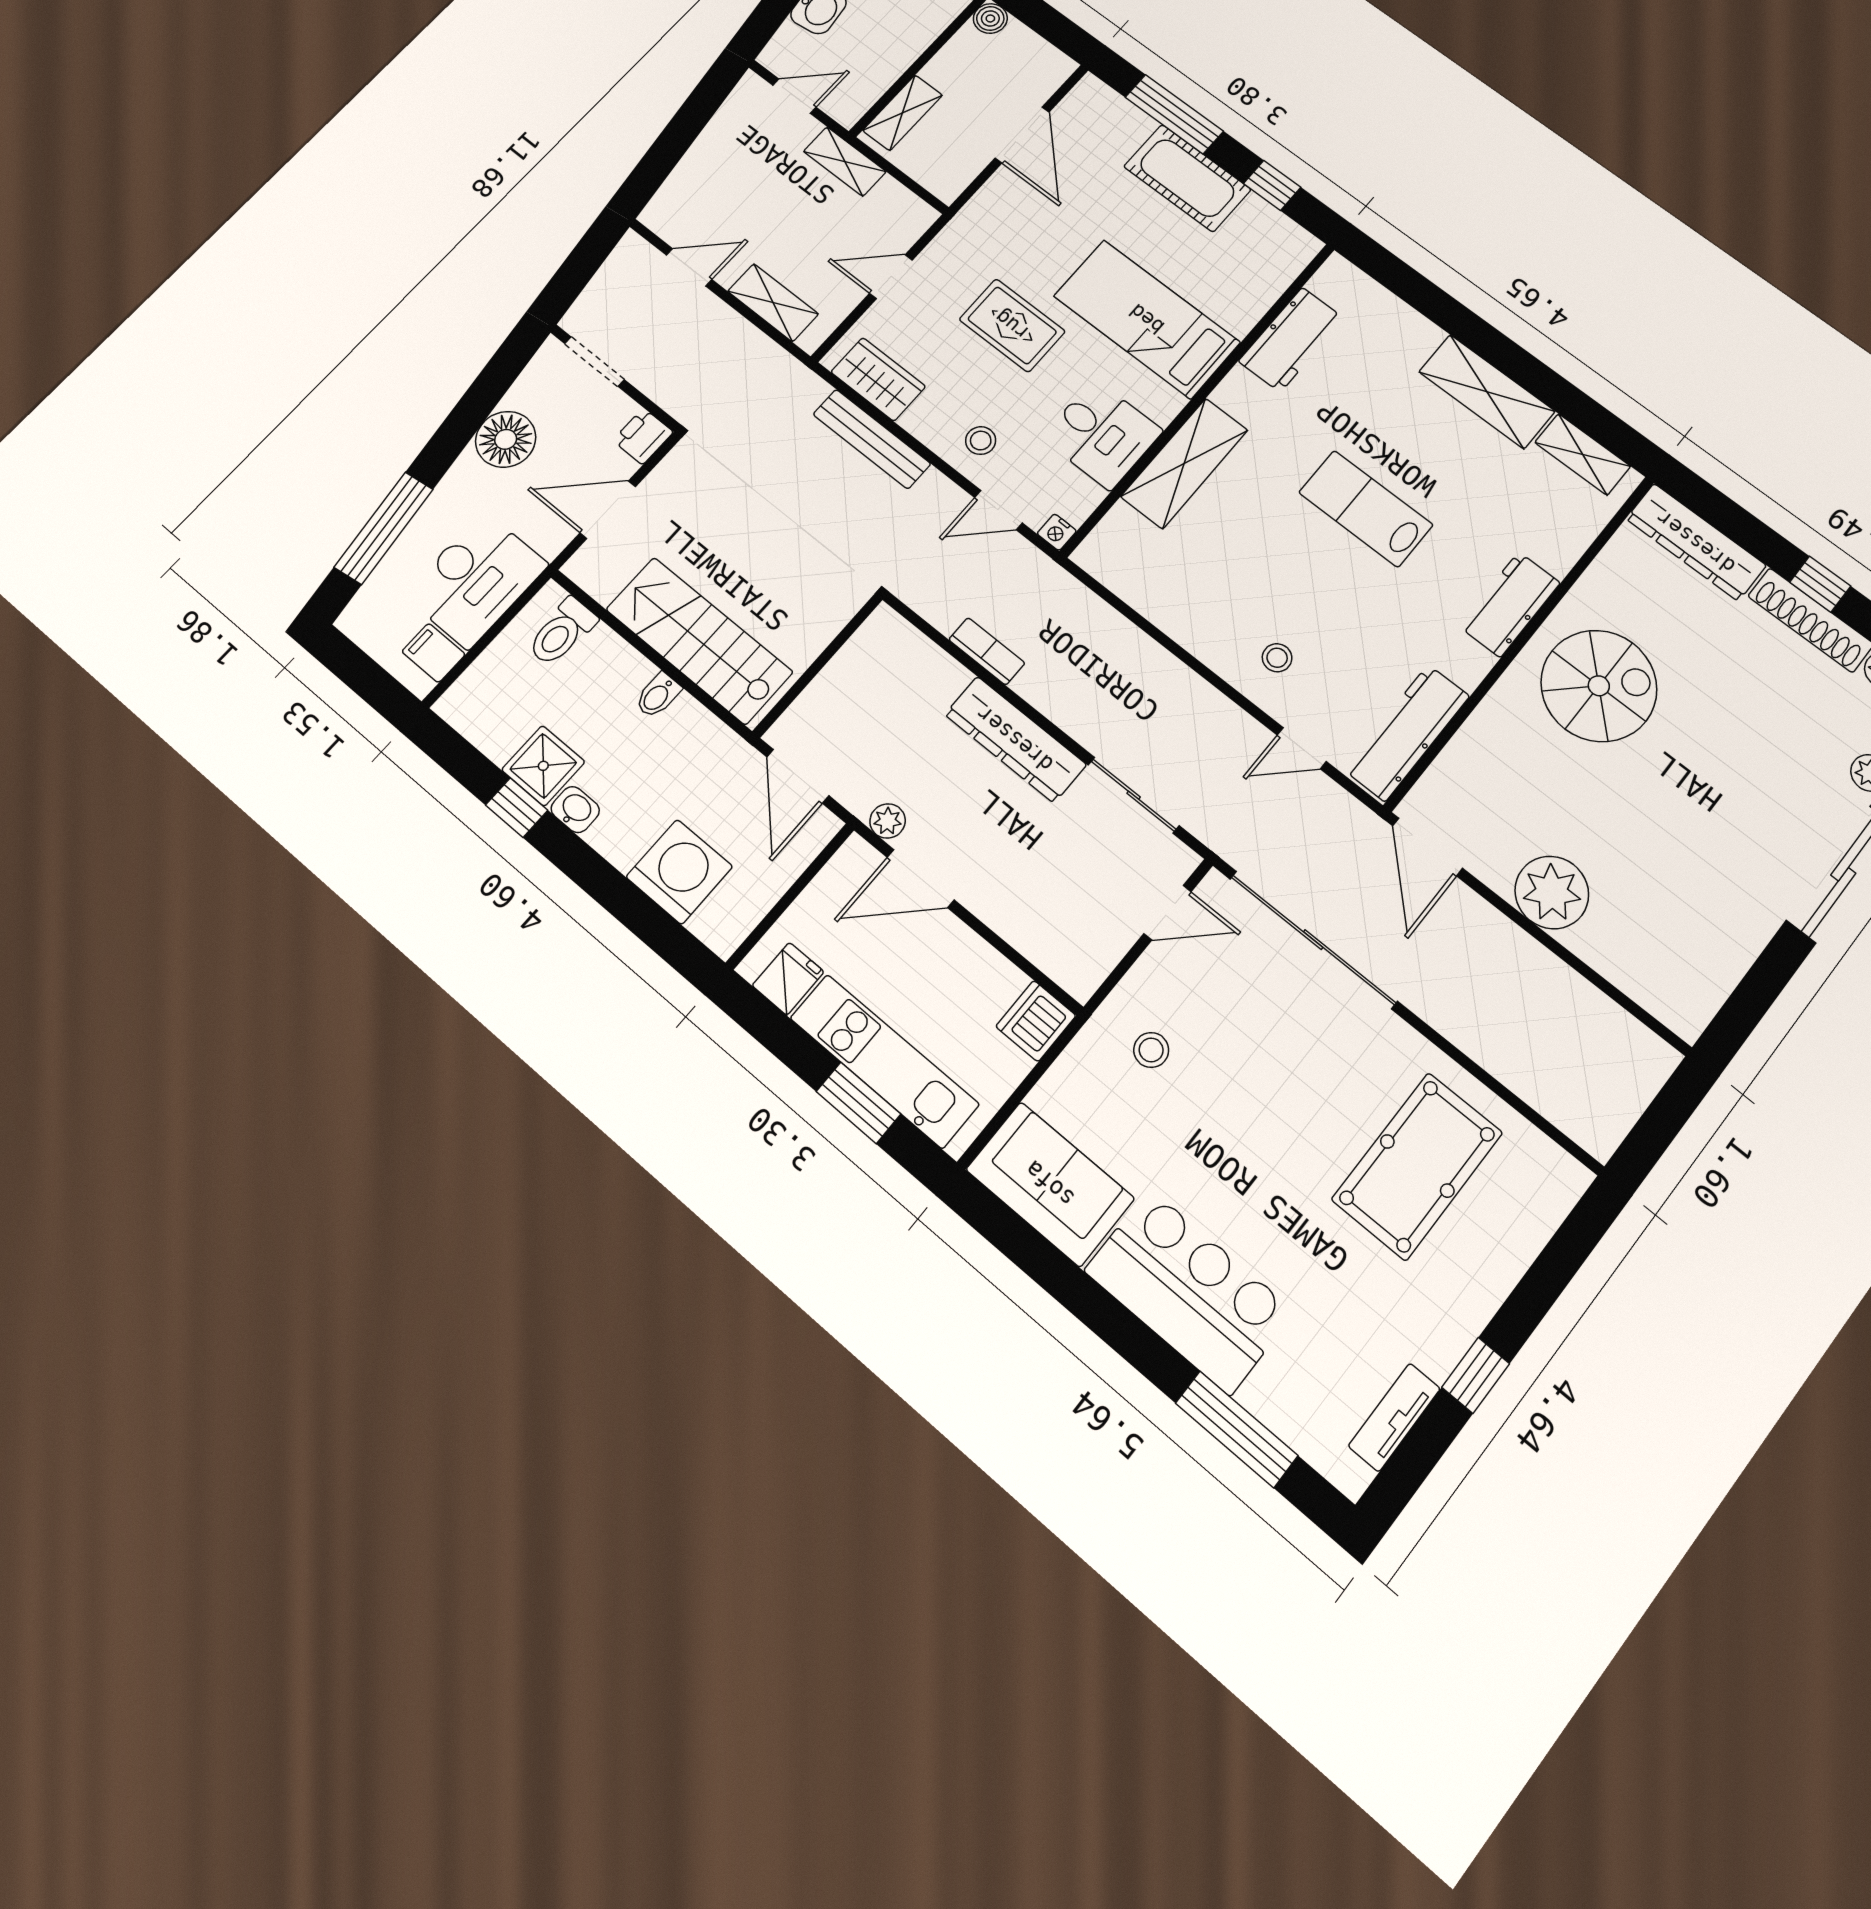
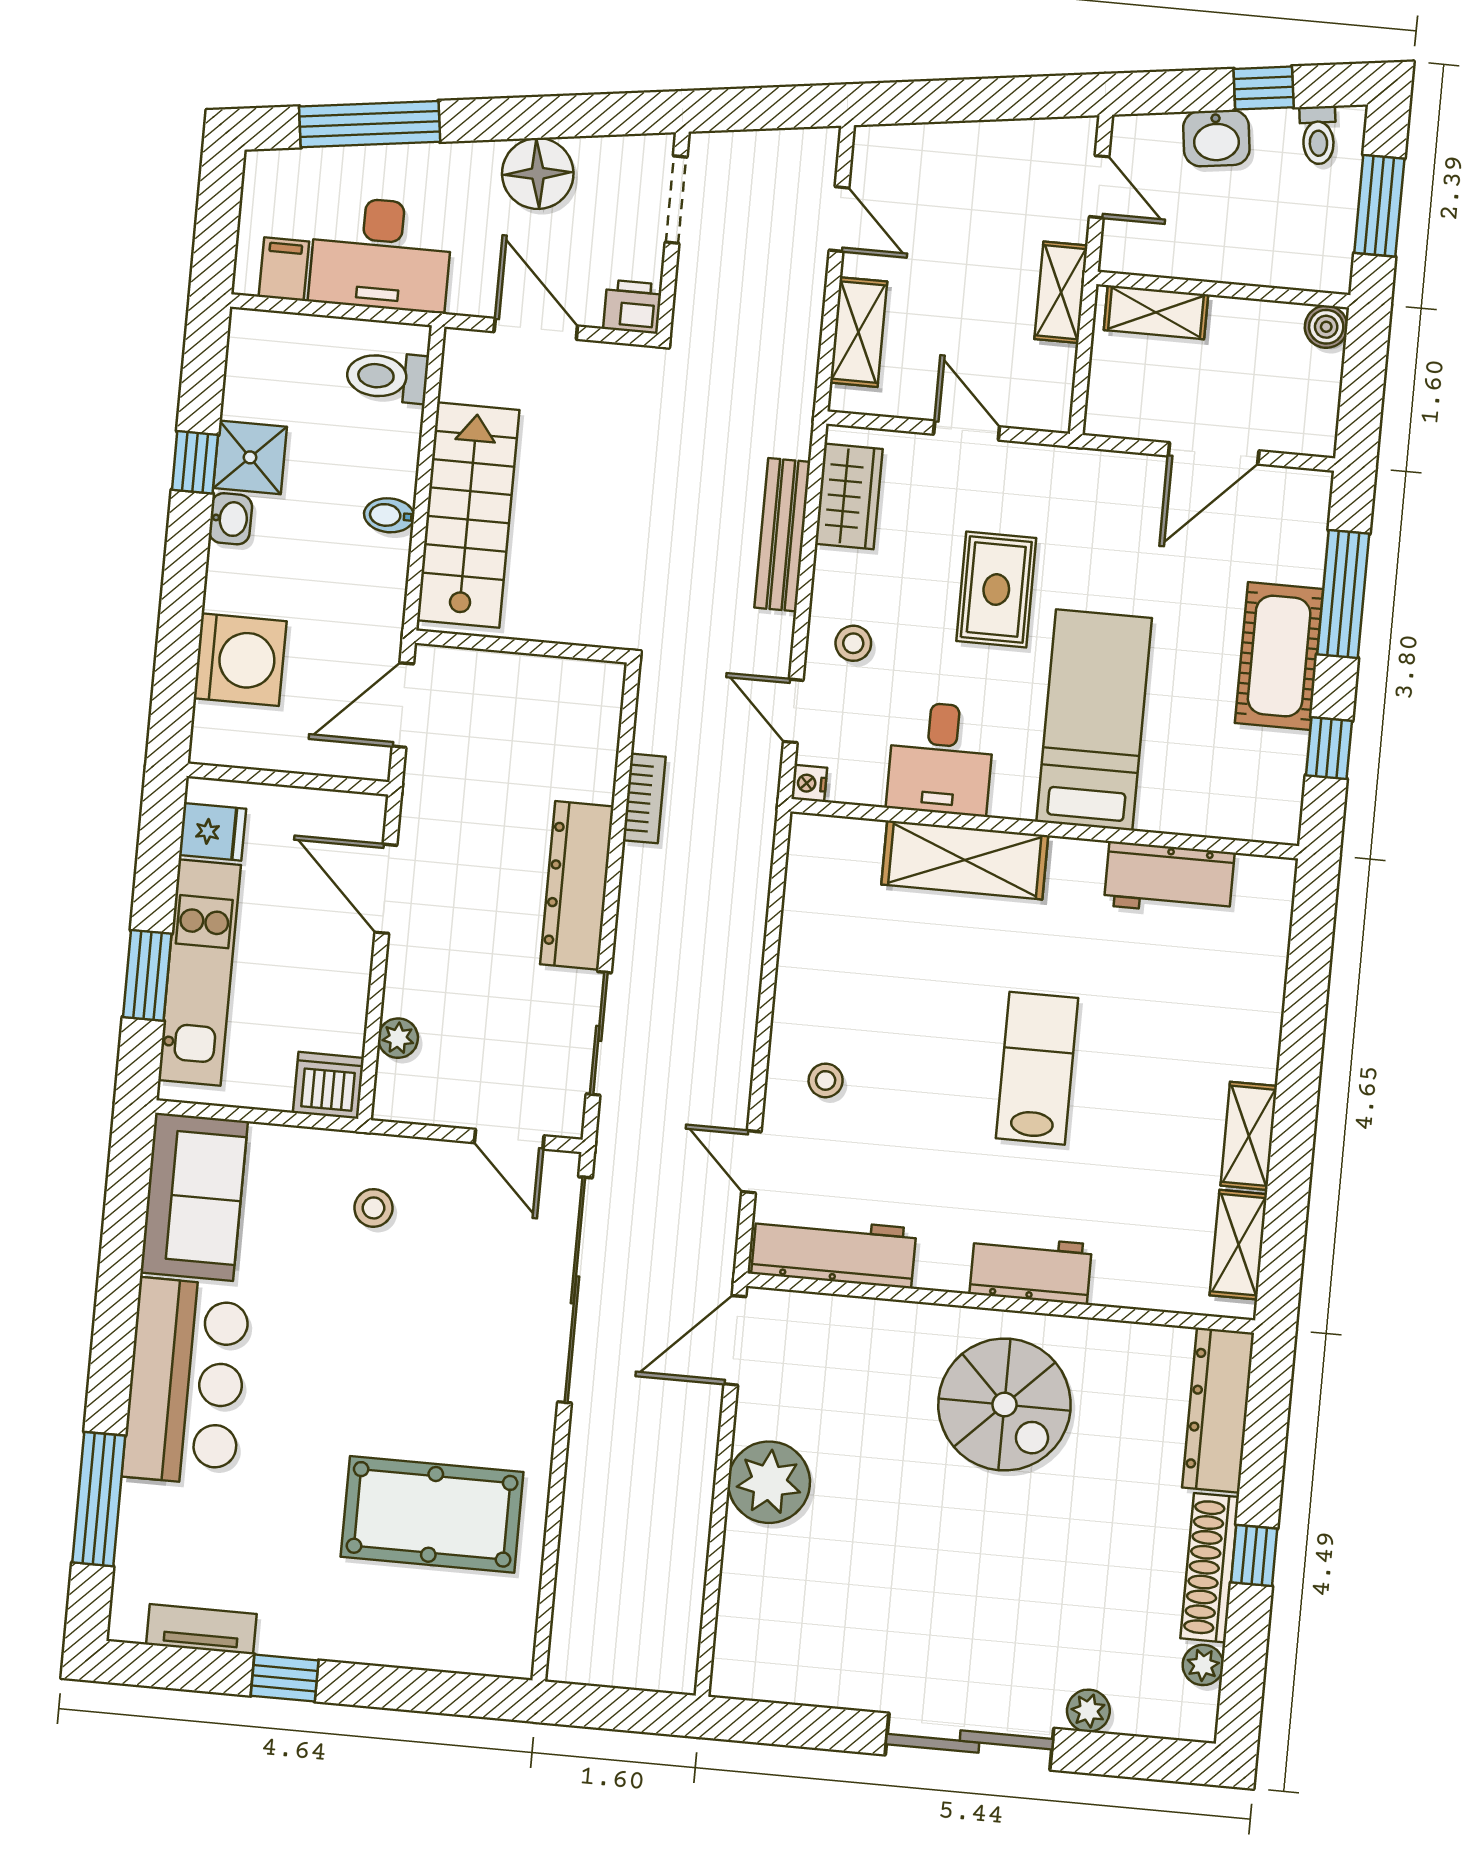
shelving: (1487, 391) -> (1249, 1136), width x0.67, depth x0.75
plant: (888, 821) -> (398, 1038), moved

